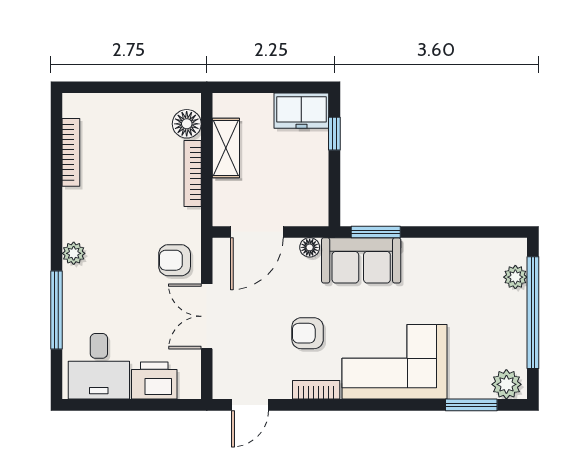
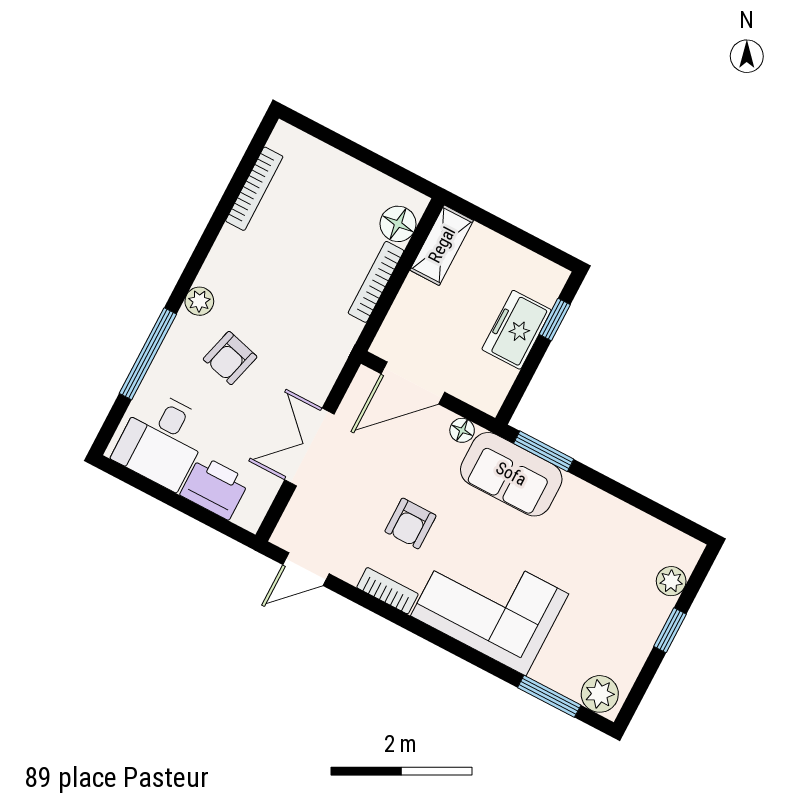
freezer: (301, 111) -> (517, 330), moved, turned 90
shelving: (226, 148) -> (442, 245), moved
armchair: (175, 260) -> (230, 358), moved, turned -75
window: (533, 313) -> (670, 630), width x0.32
armchair: (308, 333) -> (410, 523), turned -90

